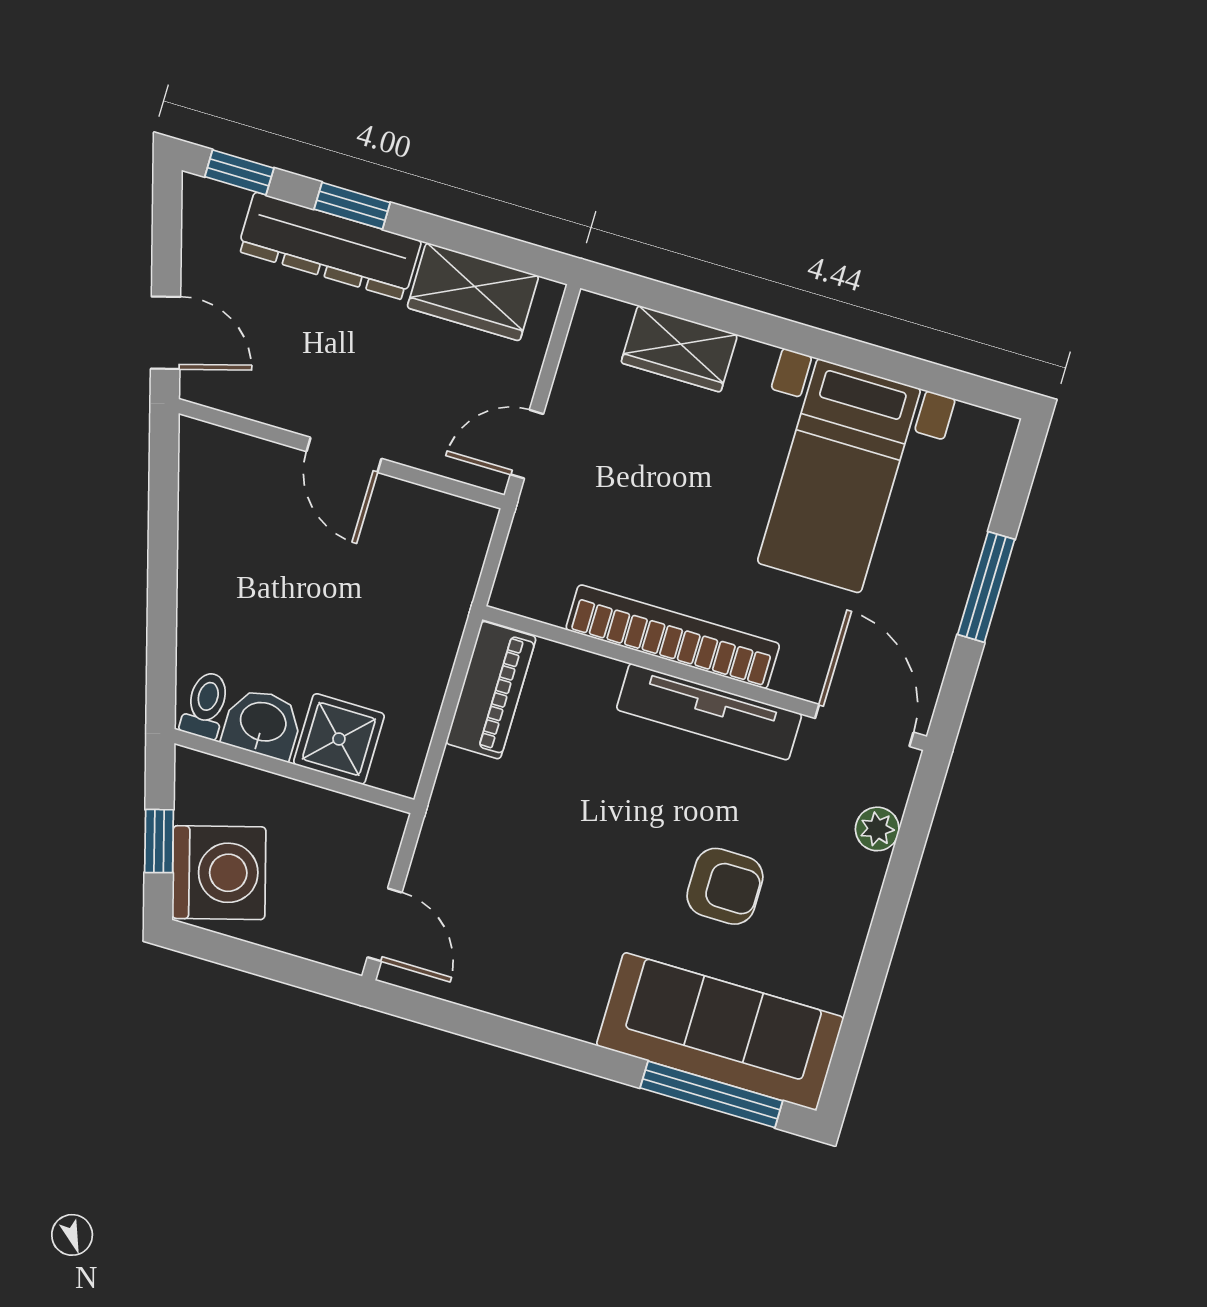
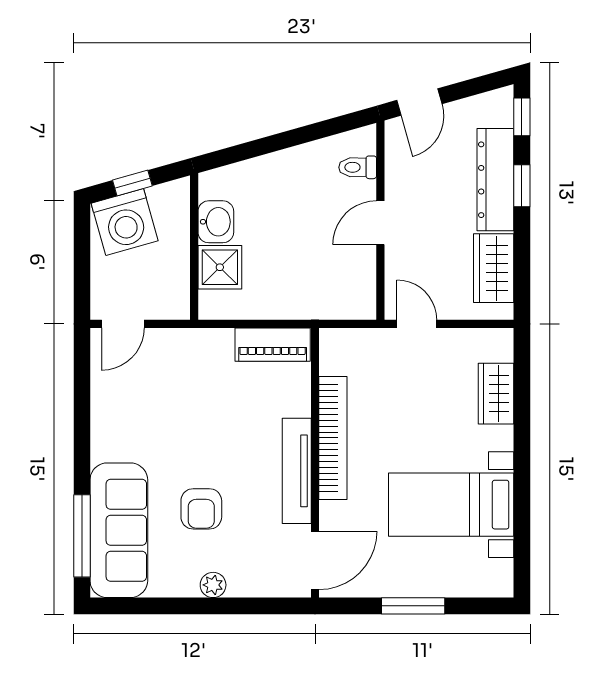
toilet: (206, 705) -> (358, 167), moved, turned 180
plant: (877, 829) -> (213, 585), moved

